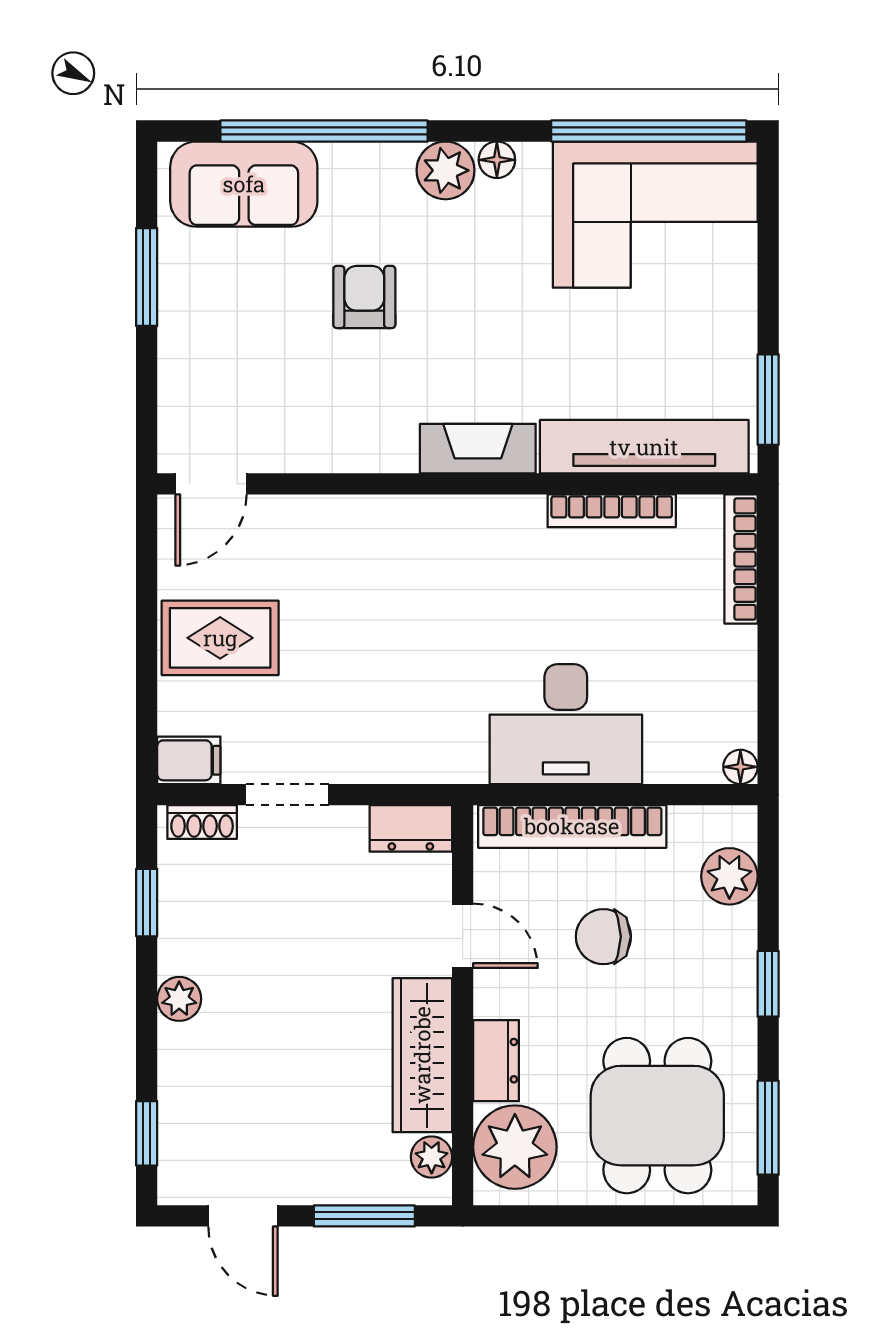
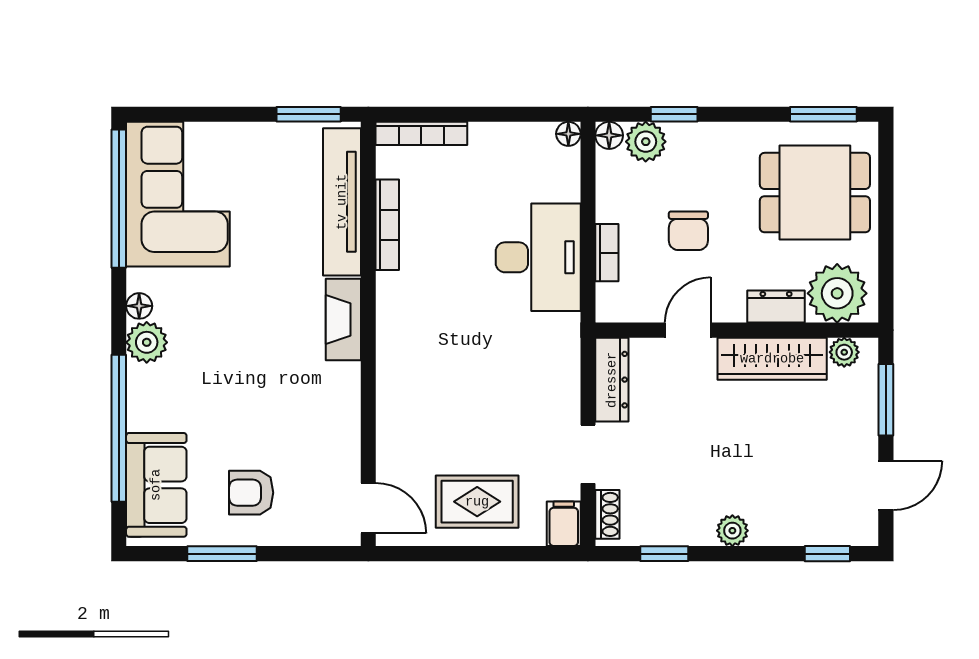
armchair: (364, 297) -> (251, 493), moved
rug: (220, 638) -> (477, 502), turned 90
floor lamp: (738, 825) -> (609, 135), added
bookcase: (572, 826) -> (607, 253), width x0.43, depth x0.76
dresser: (411, 828) -> (612, 380), width x1.44
window: (768, 984) -> (674, 114), moved

